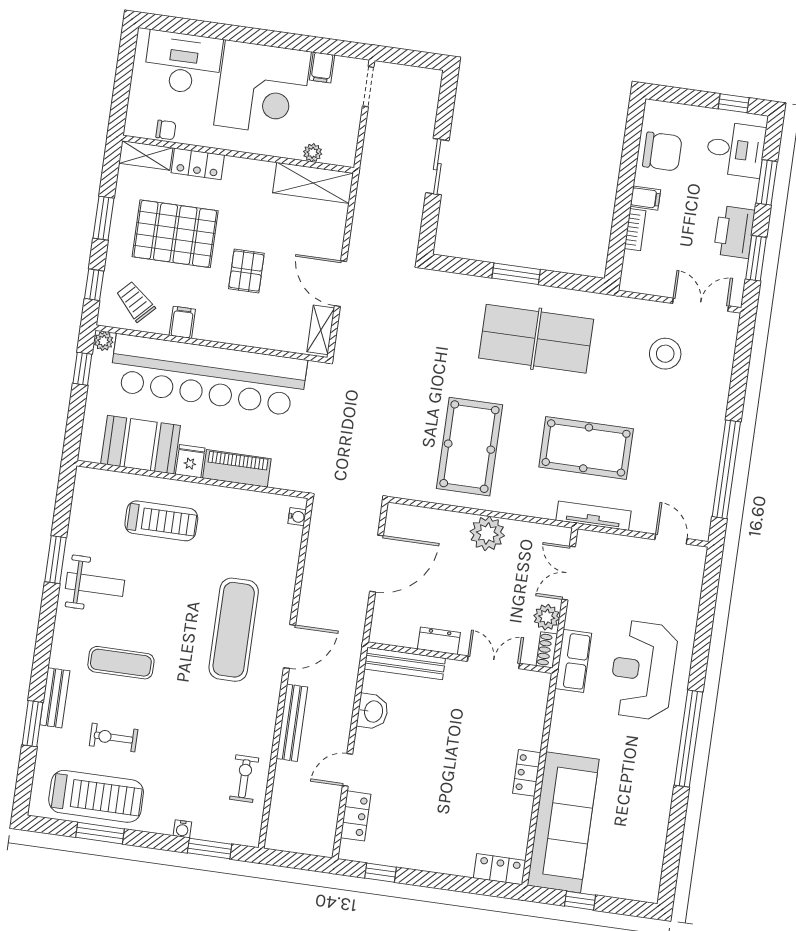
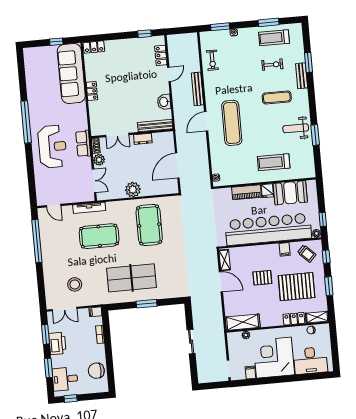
filing cabinet: (645, 198) -> (95, 312), moved
pallet: (246, 271) -> (262, 278), turned 90
treadmill: (96, 796) -> (274, 38), width x0.73, depth x0.73

